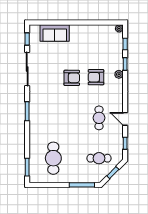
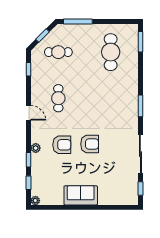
sofa: (55, 33) -> (81, 195), moved
armchair: (72, 78) -> (90, 144), turned 180
door: (125, 119) -> (29, 113), moved

